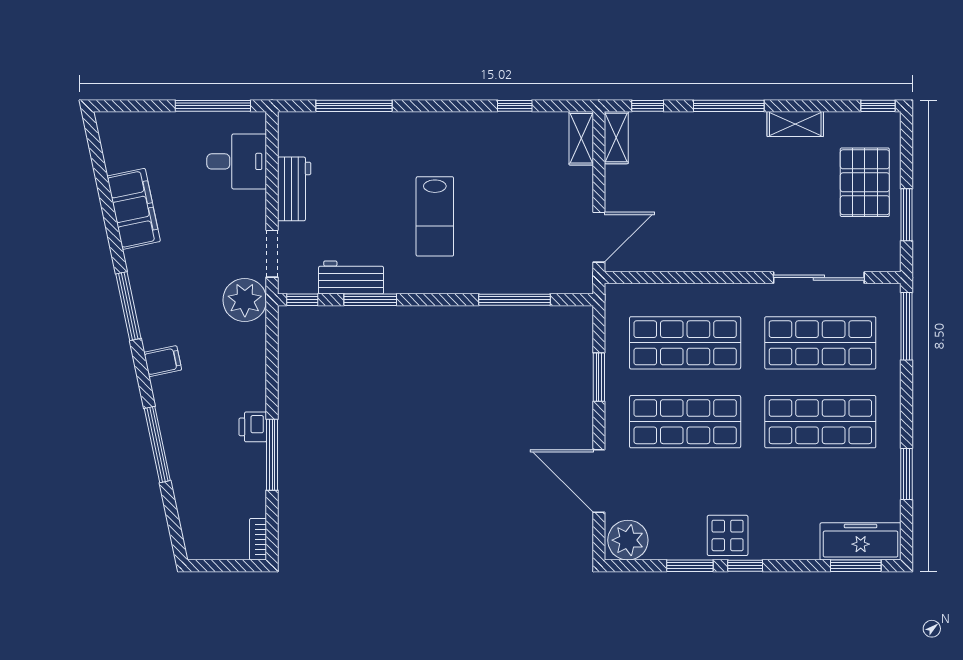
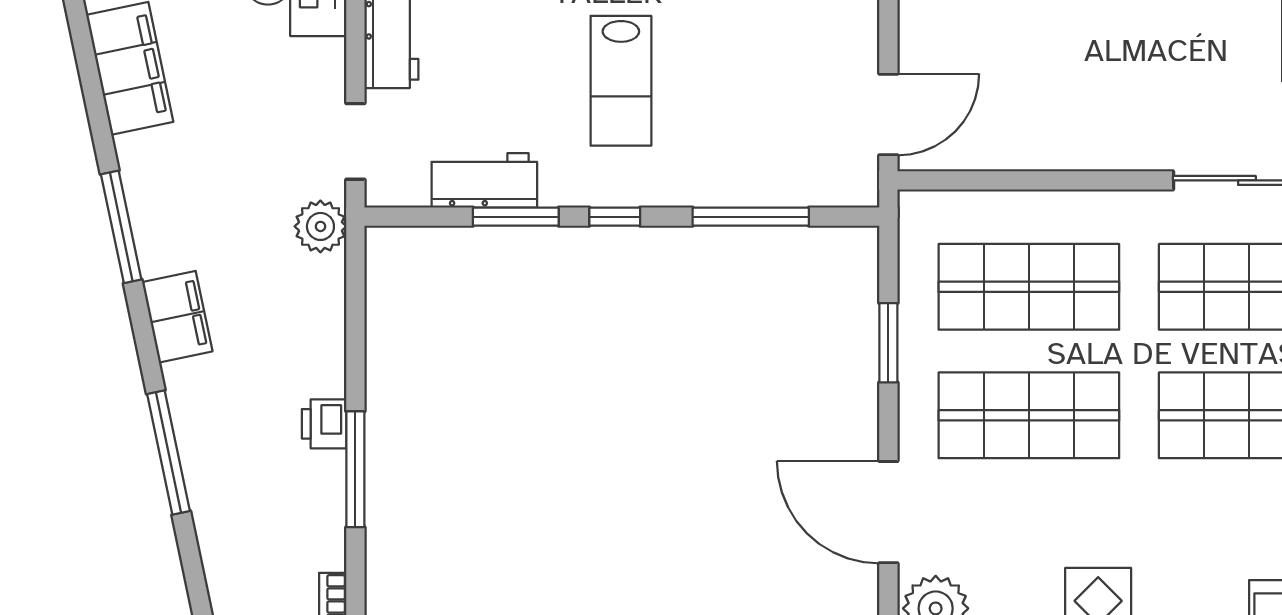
plant: (245, 300) -> (320, 226), width x0.73, depth x0.73
window: (302, 300) -> (615, 217), moved
filing cabinet: (163, 361) -> (177, 317), width x2.00

